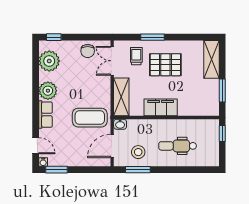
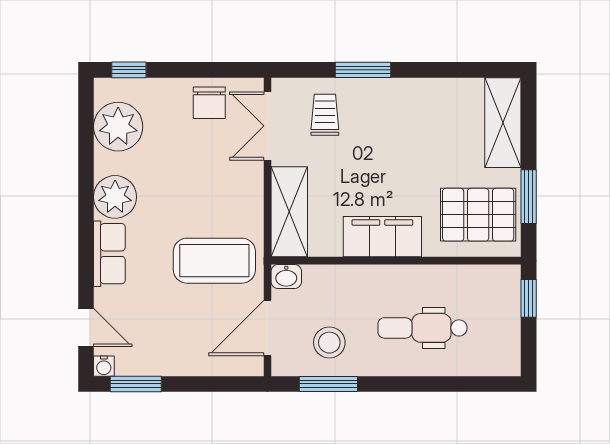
pallet: (165, 65) -> (478, 215), moved

